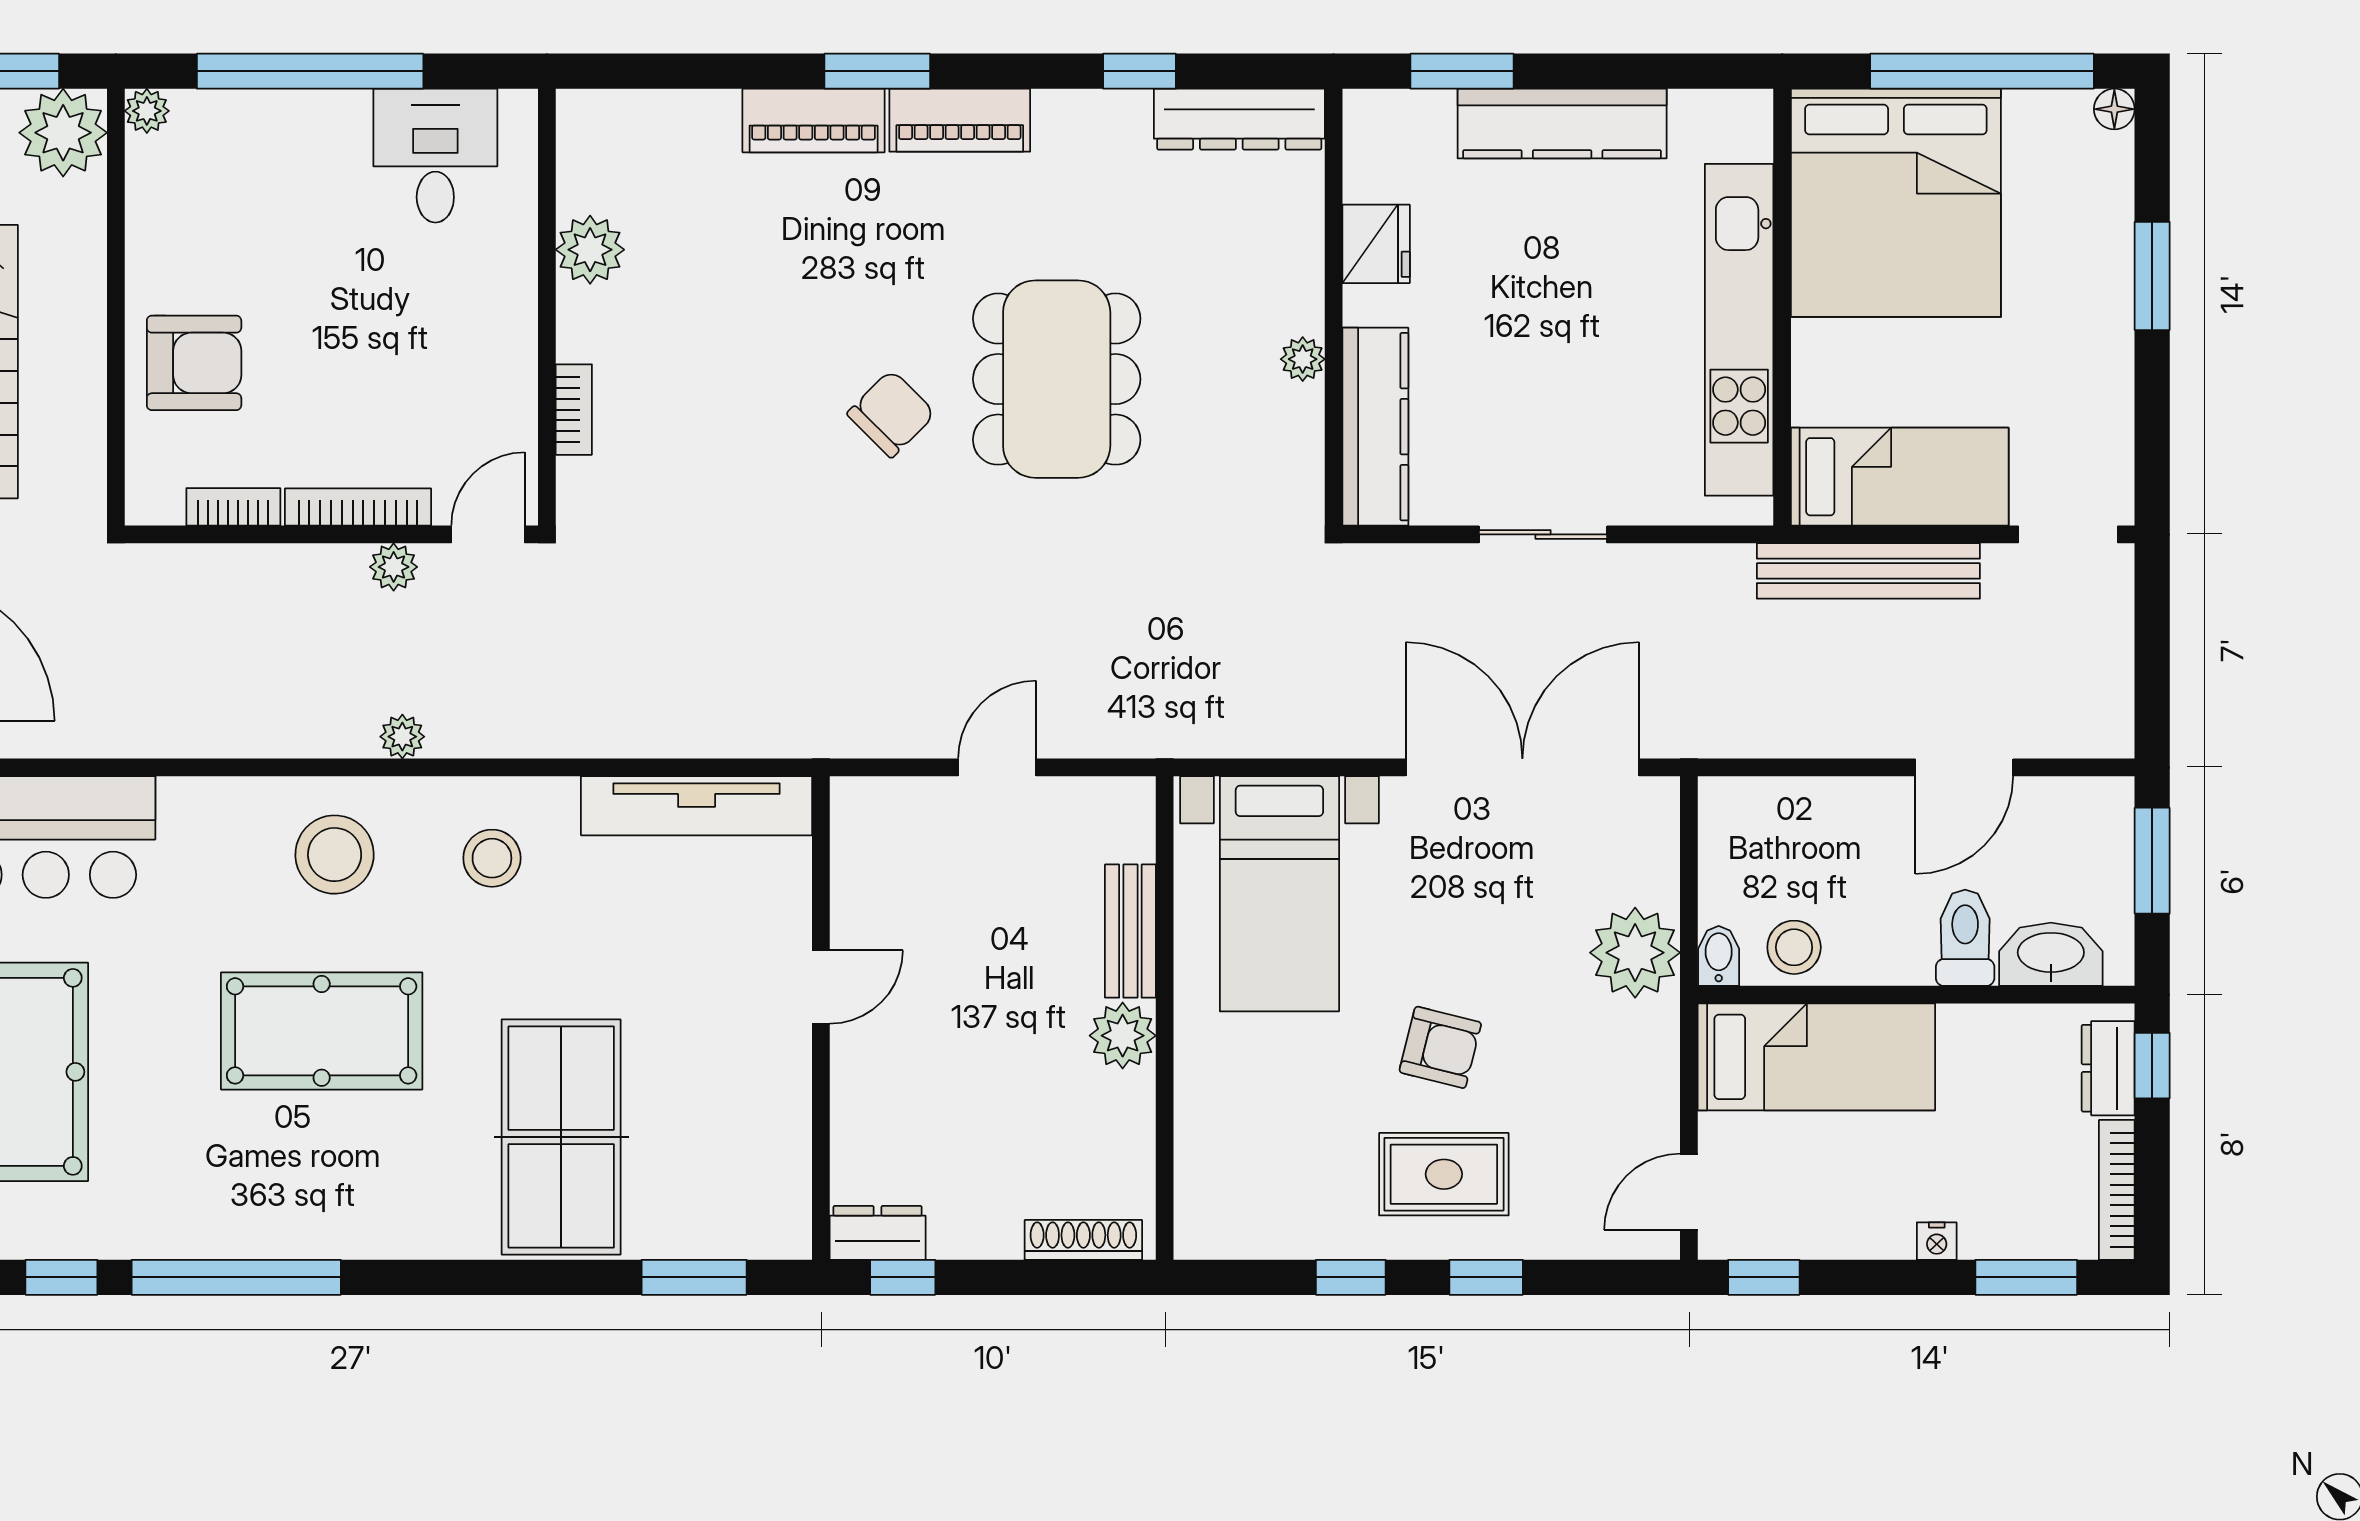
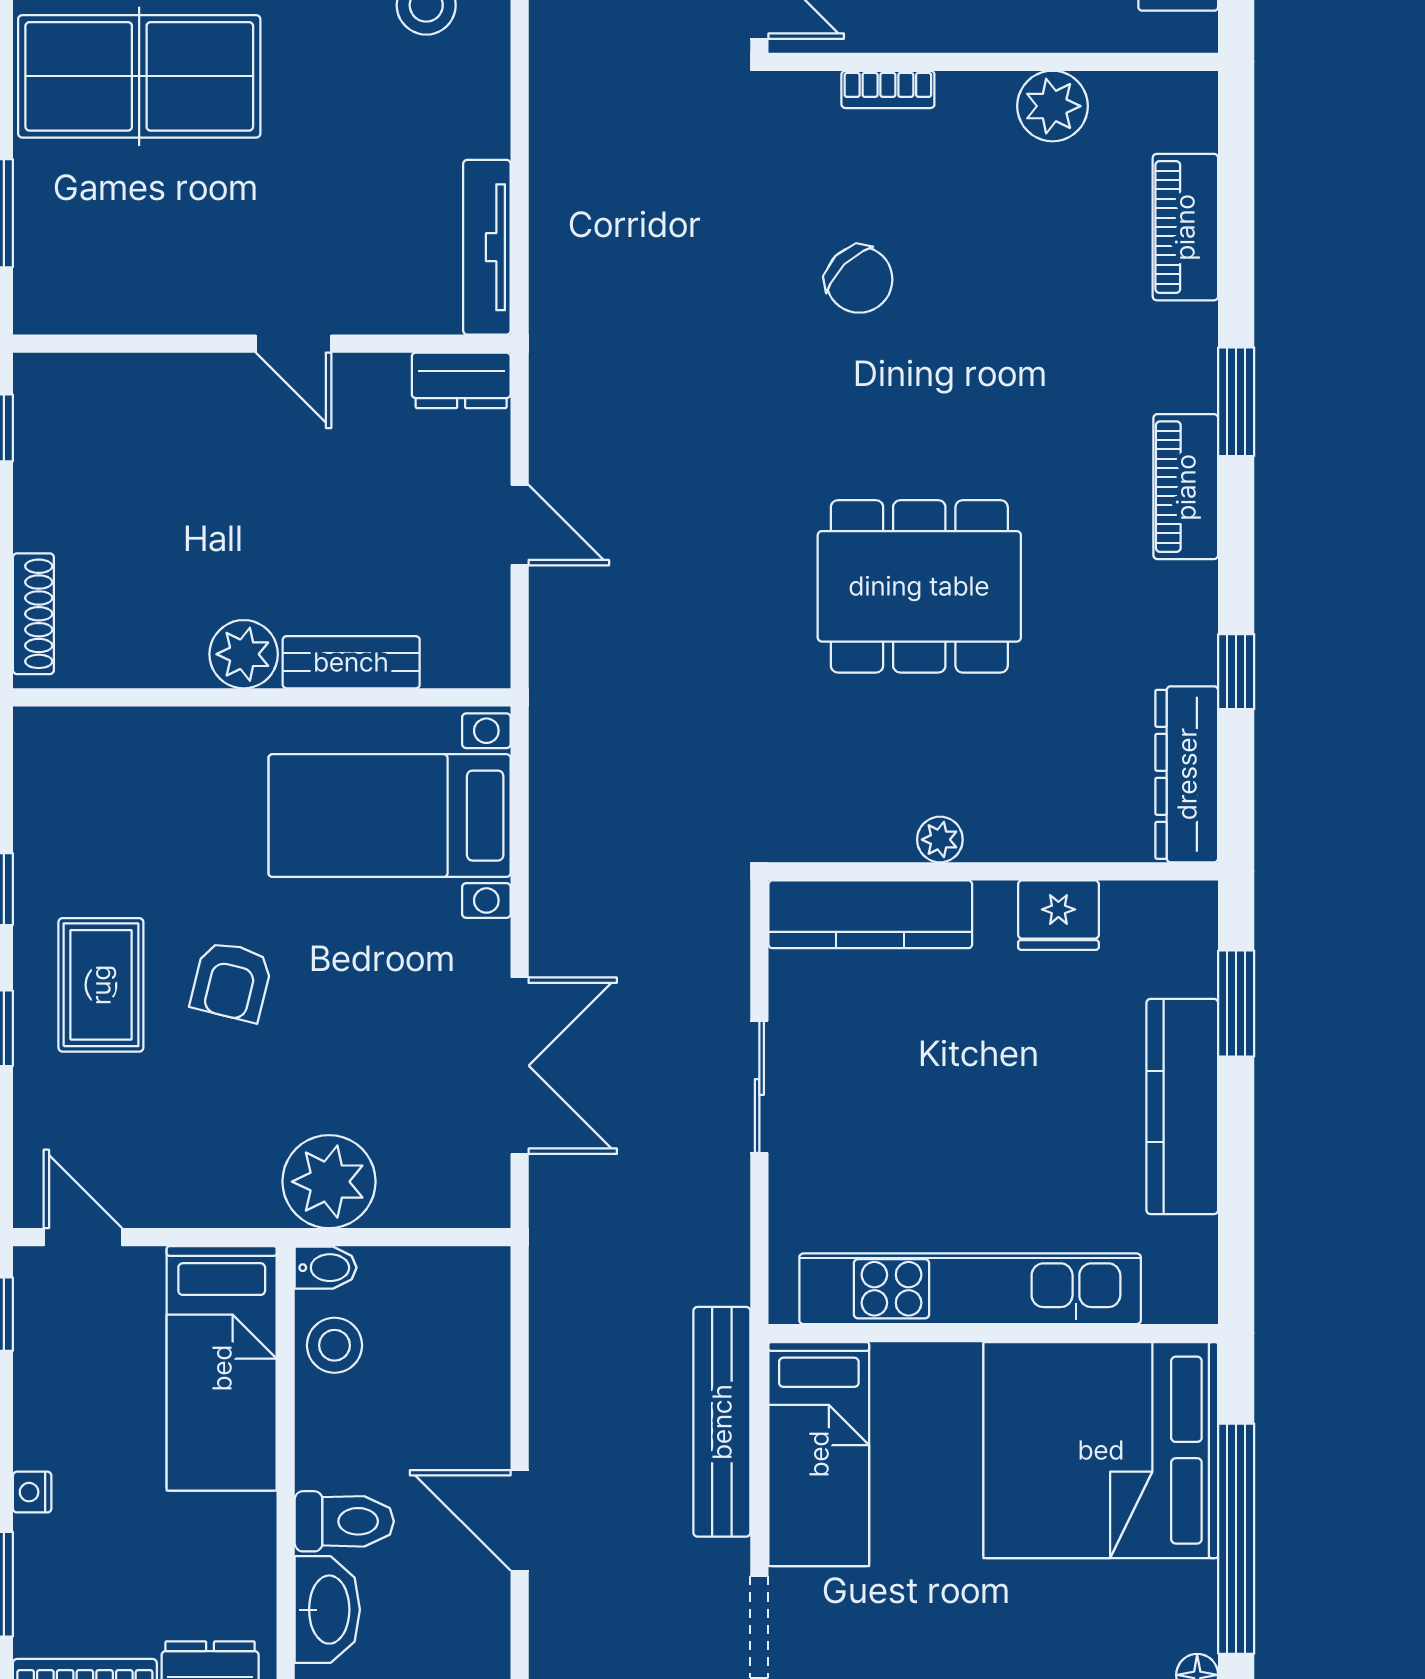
piano: (814, 120) -> (1185, 227), moved
chair: (891, 414) -> (859, 279), moved
double door: (1522, 767) -> (520, 1066), width x0.73
tv unit: (697, 806) -> (487, 247), width x0.73, depth x0.78
dresser: (878, 1233) -> (461, 380), moved, turned 90

